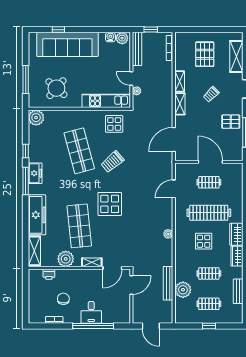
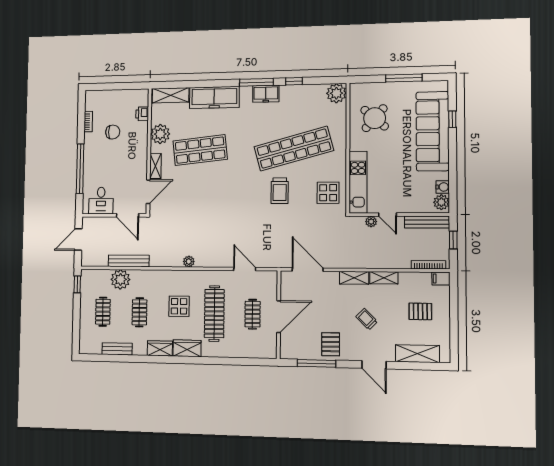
filing cabinet: (180, 39) -> (441, 279), added
pallet: (205, 54) -> (420, 311), width x0.67, depth x0.71
window: (26, 79) -> (404, 78), moved
door: (131, 79) -> (387, 215), swing flipped
shop shelf: (79, 151) -> (294, 149), width x1.40
trolley: (112, 162) -> (280, 191), turned -140
display table: (110, 204) -> (227, 188), removed
door: (112, 268) -> (148, 192), swing flipped
desk: (91, 312) -> (101, 201), moved, turned -90
window: (209, 326) -> (77, 284), moved

